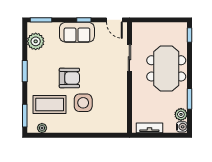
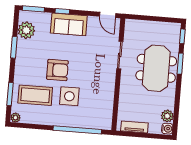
window: (84, 20) -> (62, 11), moved
window: (25, 71) -> (14, 47), moved
window: (189, 99) -> (180, 64), moved
window: (25, 116) -> (10, 94), moved
plant: (42, 128) -> (15, 118), moved
window: (94, 135) -> (77, 130), added

